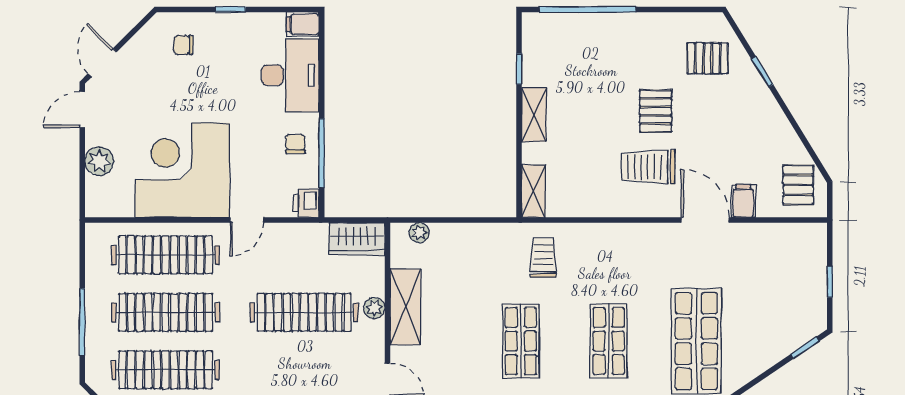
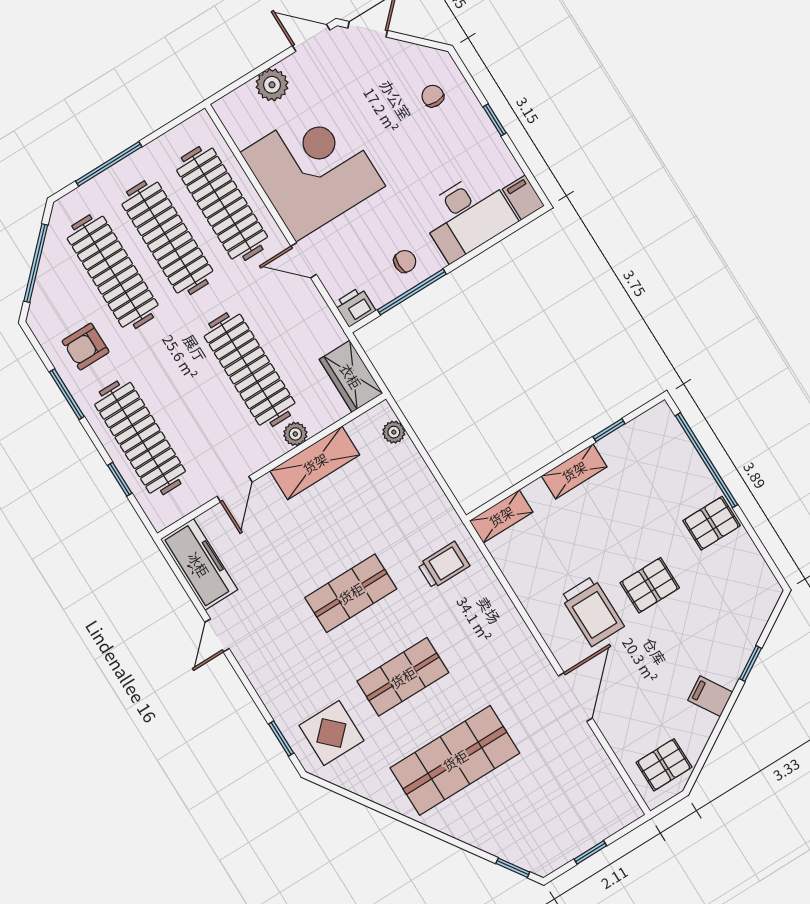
pallet: (708, 58) -> (712, 523), moved, turned 90
trolley: (648, 167) -> (592, 611), turned 180
filing cabinet: (743, 201) -> (710, 696), moved, turned -121

